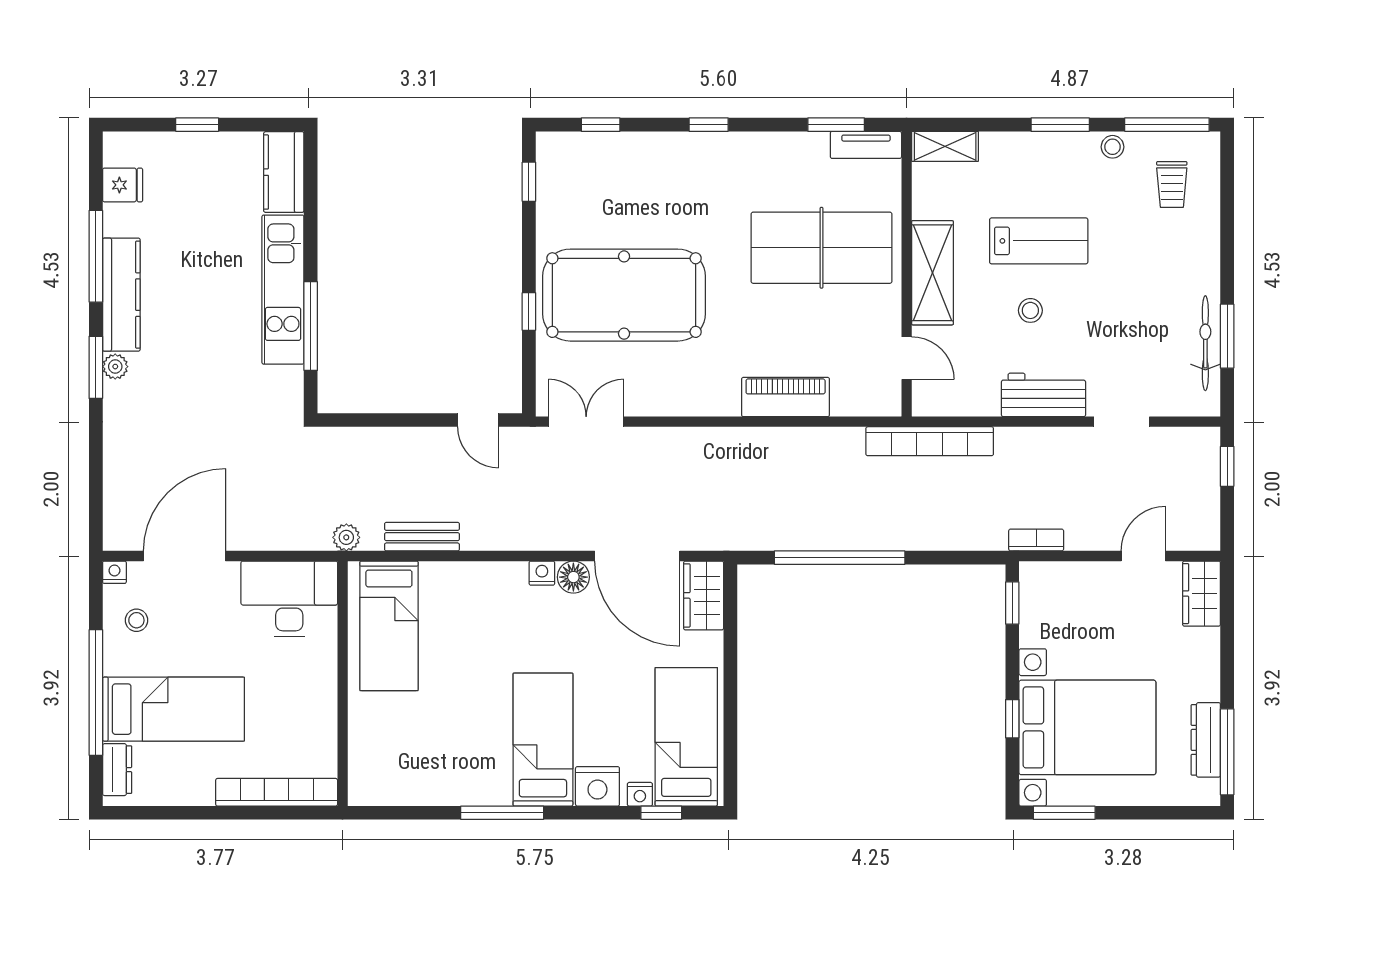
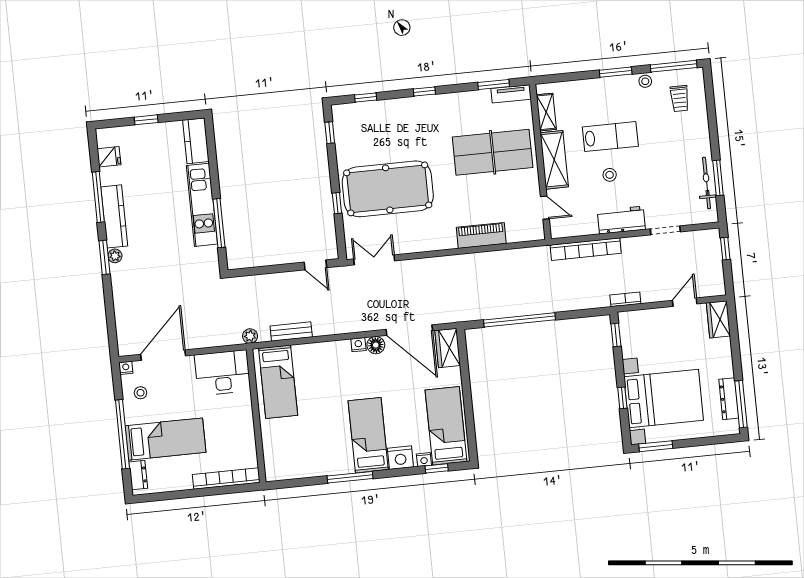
shelving: (945, 146) -> (546, 112), moved, turned 90
bookcase: (930, 441) -> (586, 249), moved

